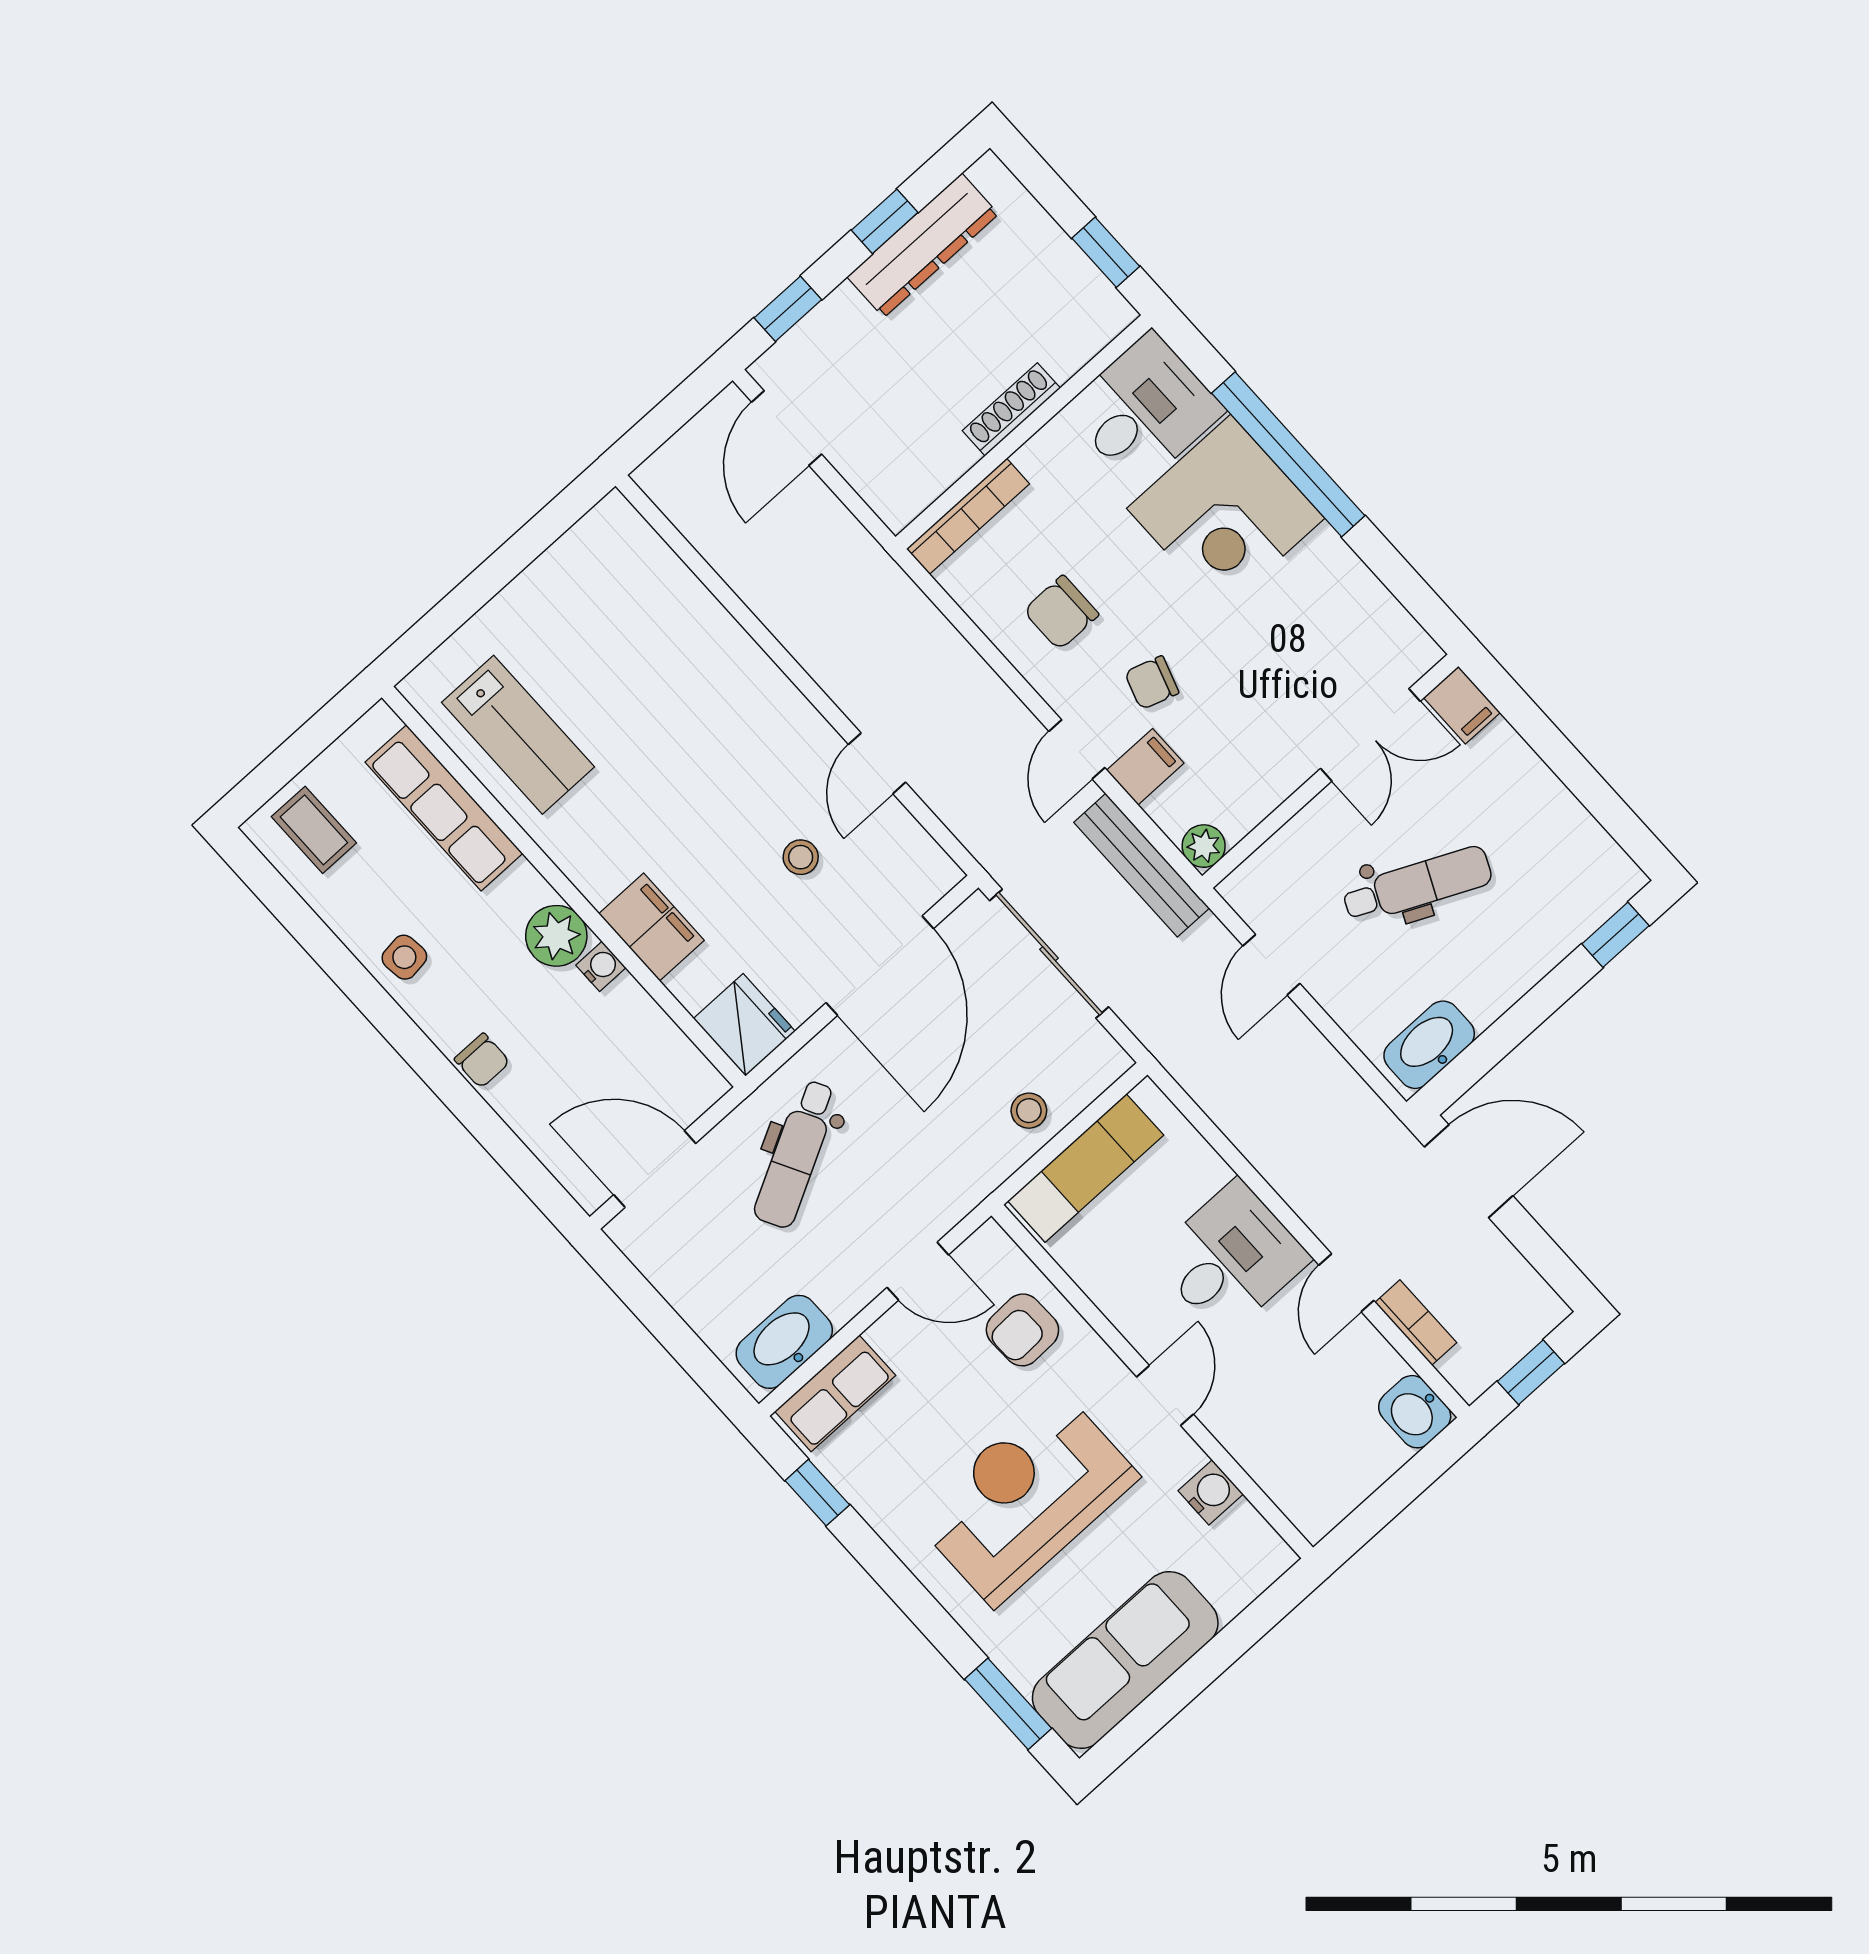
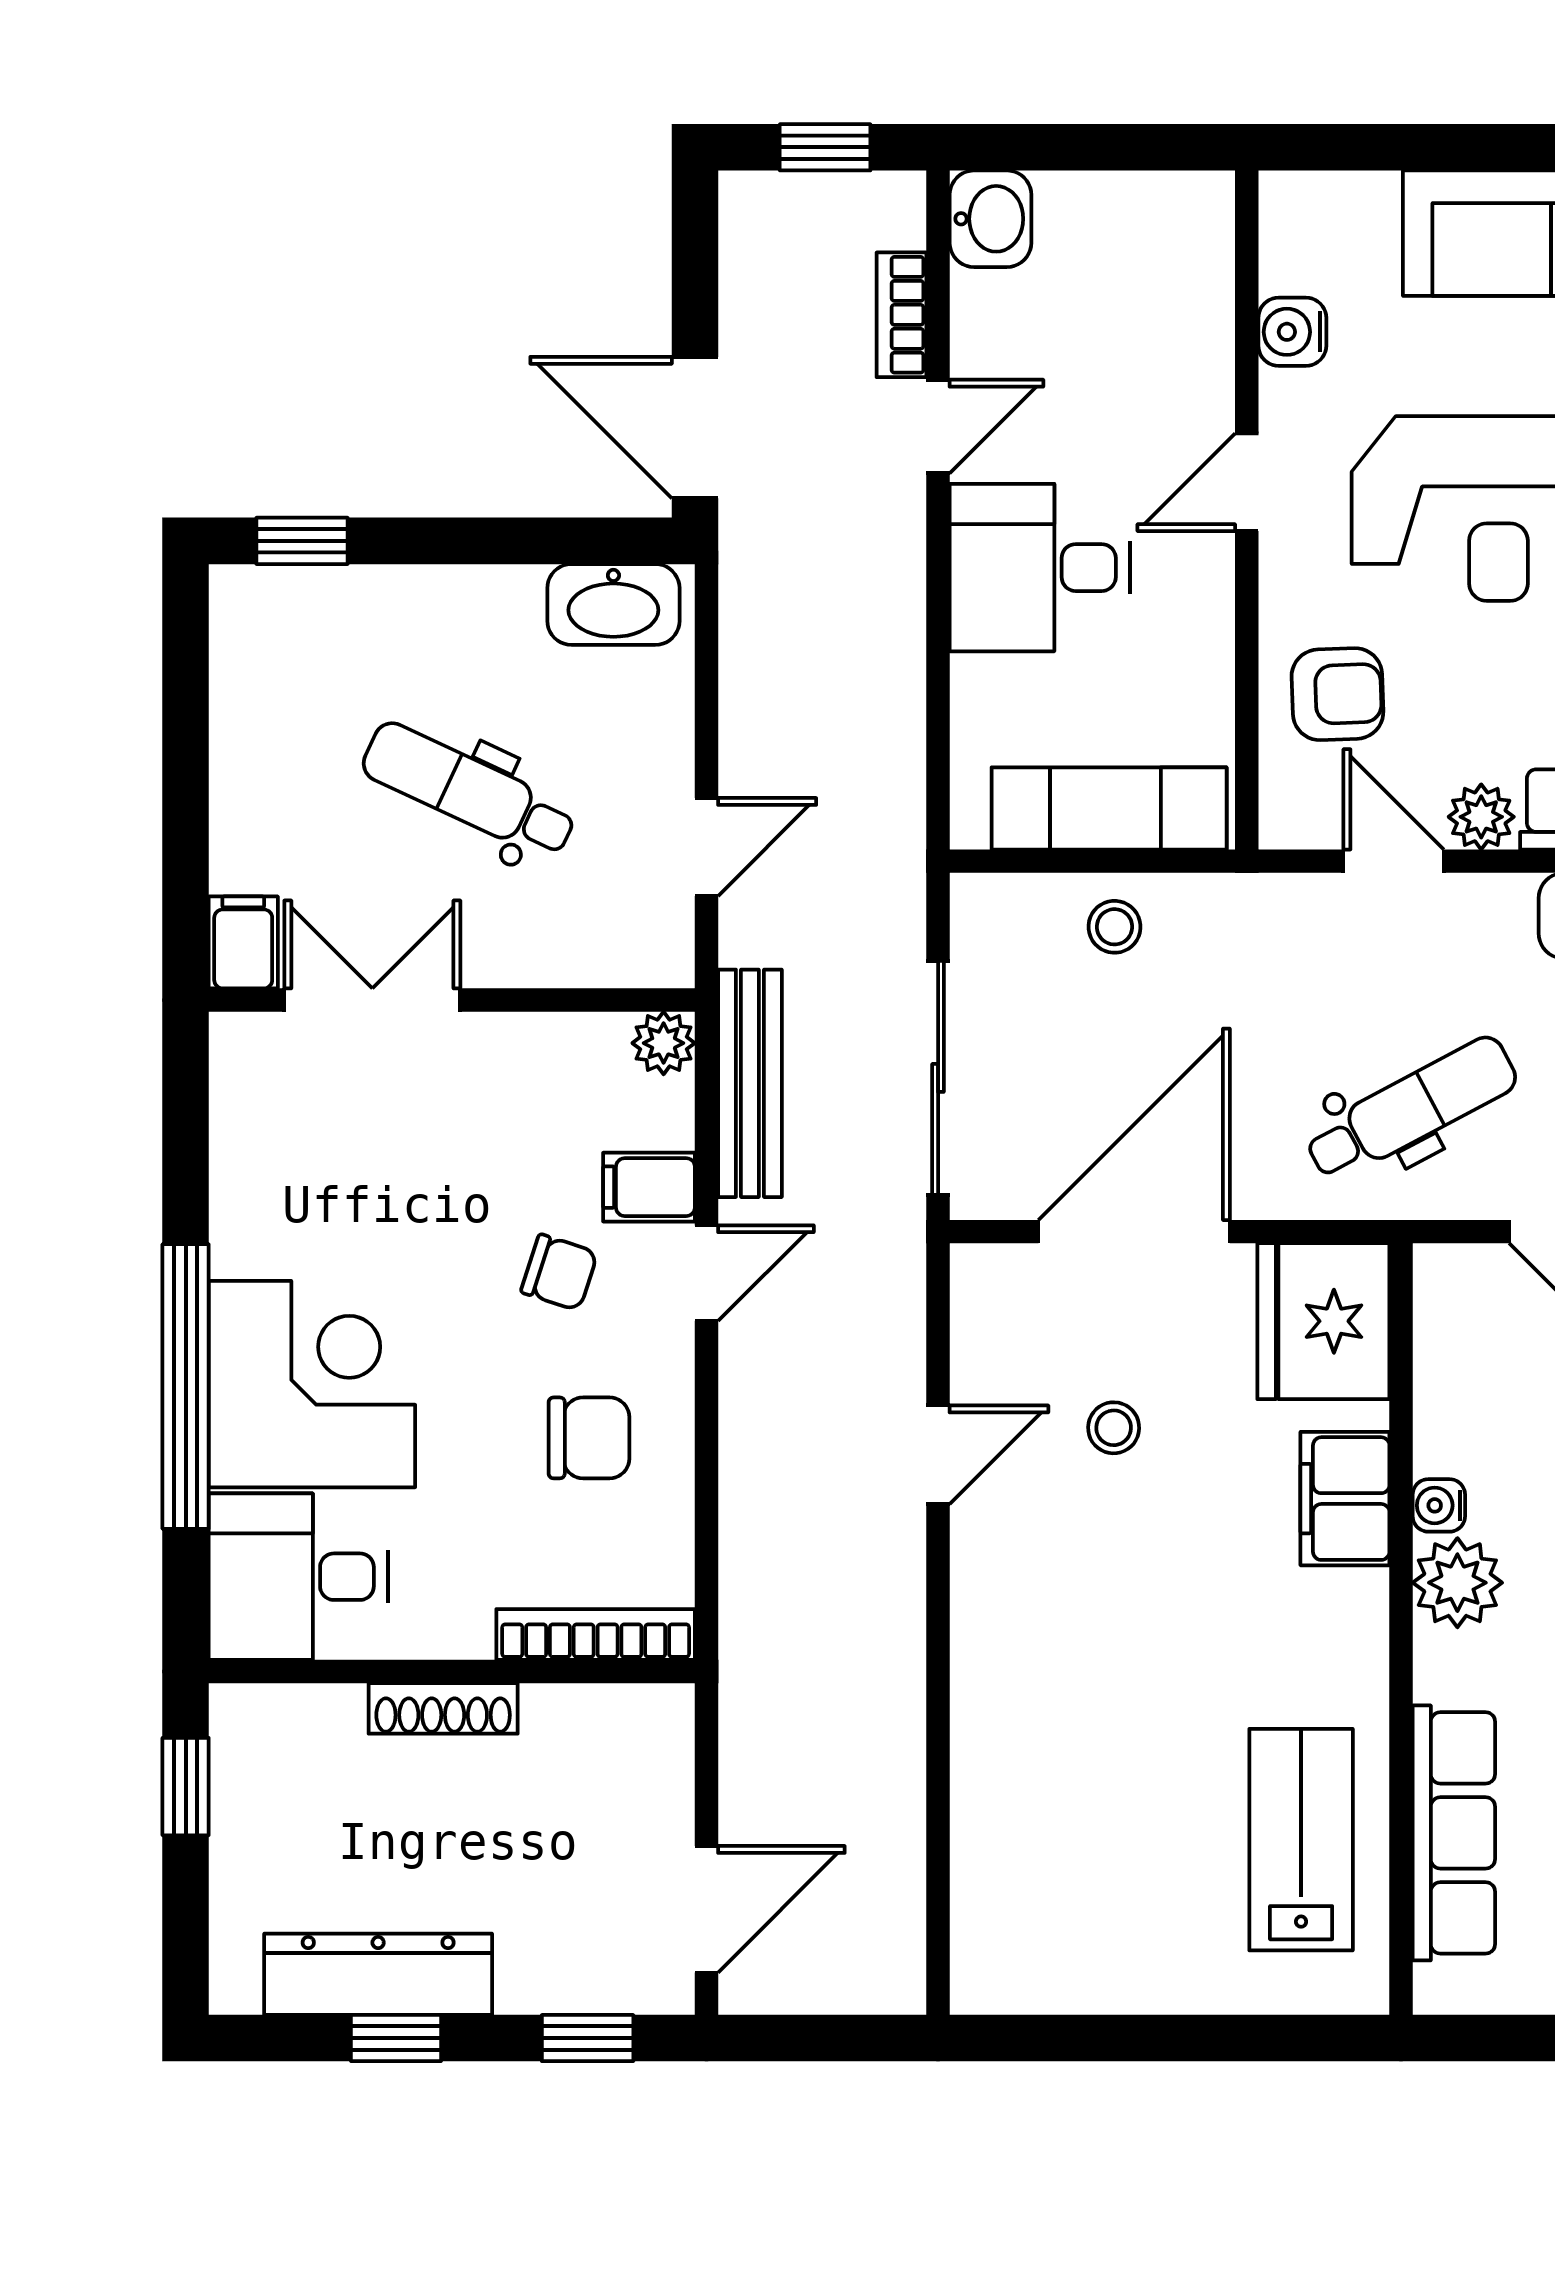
fridge: (744, 1025) -> (1323, 1321), width x1.36, depth x1.34
plant: (894, 1334) -> (1481, 817), added

